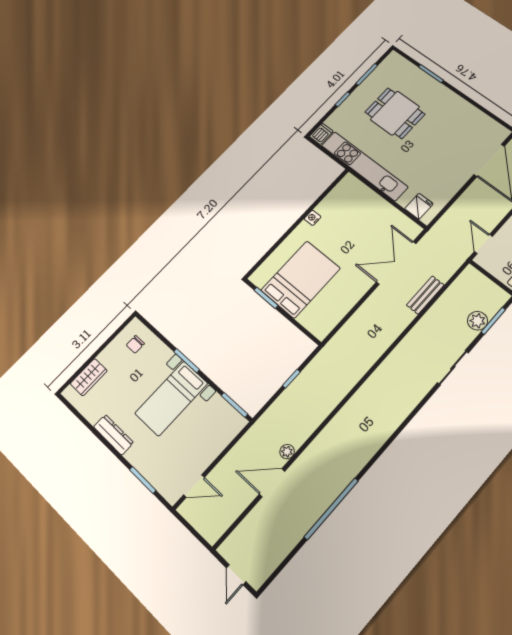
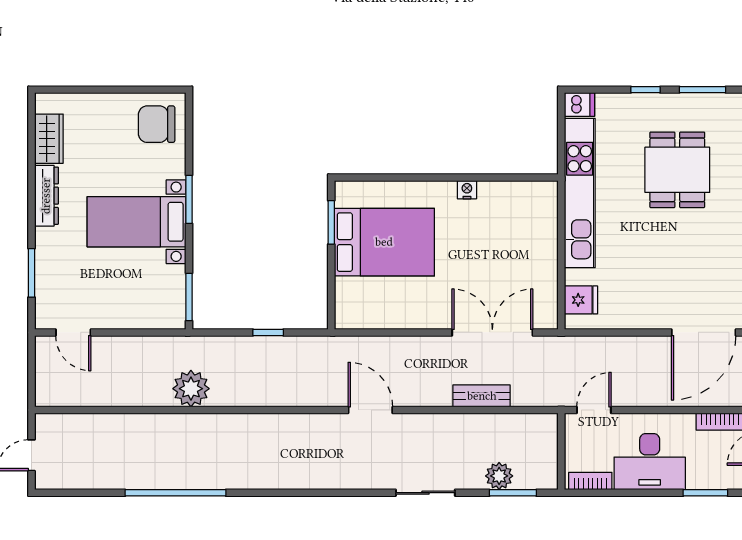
chair: (135, 344) -> (157, 124), width x1.87, depth x1.87
wardrobe: (89, 377) -> (49, 139), moved, turned -90
plant: (287, 452) -> (191, 389), width x1.88, depth x1.88
door: (272, 483) -> (370, 410), moved

